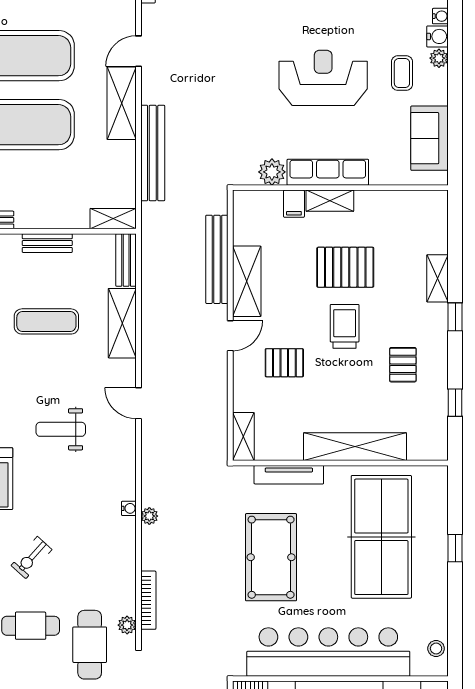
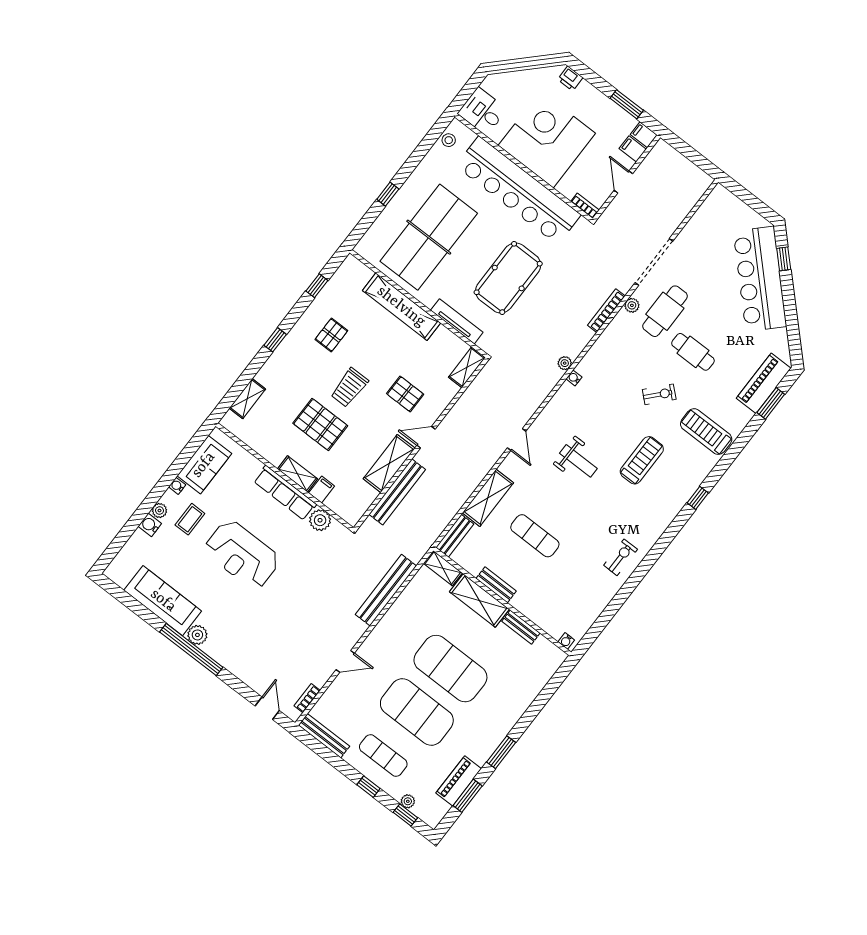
water cooler: (440, 16) -> (177, 486), moved
shelving: (122, 103) -> (479, 601), moved, turned 90
shelving: (438, 278) -> (247, 399), moved

